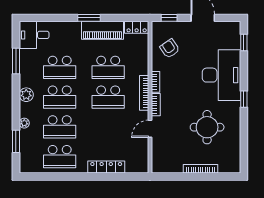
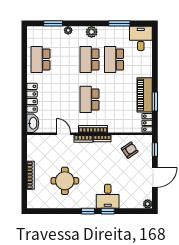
window: (89, 18) -> (155, 102), moved
plant: (235, 27) -> (148, 204), added
window: (244, 42) -> (108, 211), moved
school desk: (108, 67) -> (114, 99), removed
desk: (221, 75) -> (108, 196), width x0.53, depth x0.77
school desk: (60, 127) -> (65, 59), removed
washbasin: (137, 166) -> (33, 123), added

